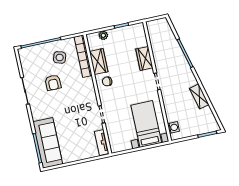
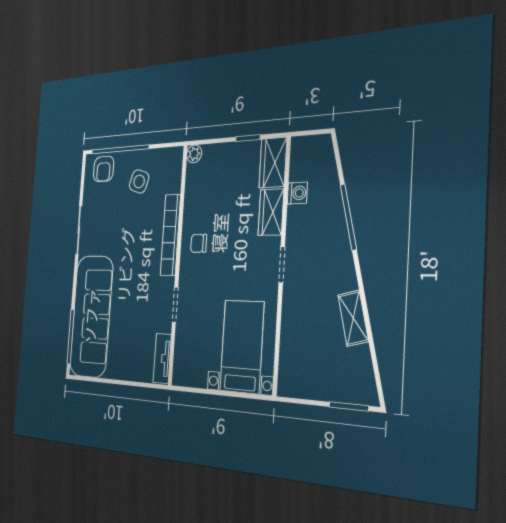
plant: (103, 35) -> (194, 154), moved
bookcase: (83, 56) -> (170, 235), moved
wardrobe: (99, 62) -> (273, 163), moved, turned 180
armchair: (53, 83) -> (104, 169), moved
washing machine: (173, 127) -> (297, 193), moved
sofa: (48, 143) -> (91, 316), width x1.36, depth x1.27

